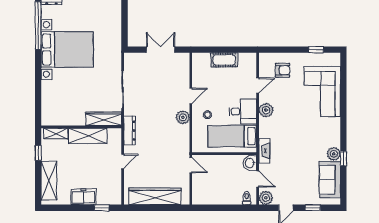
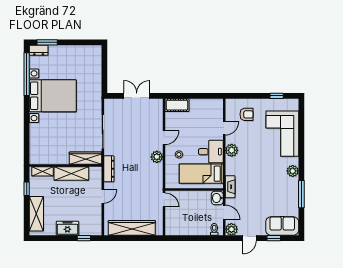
cot: (224, 60) -> (177, 105), moved
plant: (334, 154) -> (293, 171), moved
window: (343, 159) -> (301, 194), width x2.17
sofa: (330, 180) -> (282, 226), moved, turned 90

